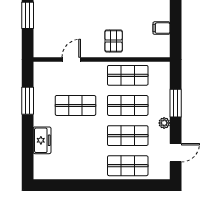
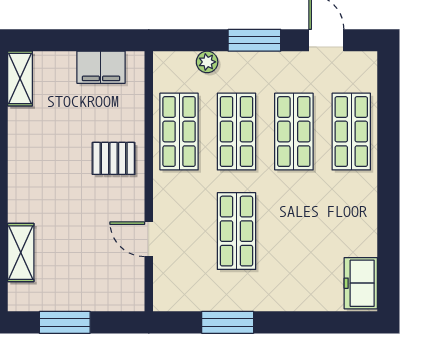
filing cabinet: (161, 28) -> (101, 67), width x2.00
window: (176, 103) -> (254, 40), moved
plant: (164, 123) -> (207, 62), moved
freezer: (42, 140) -> (361, 283), moved, turned -90

